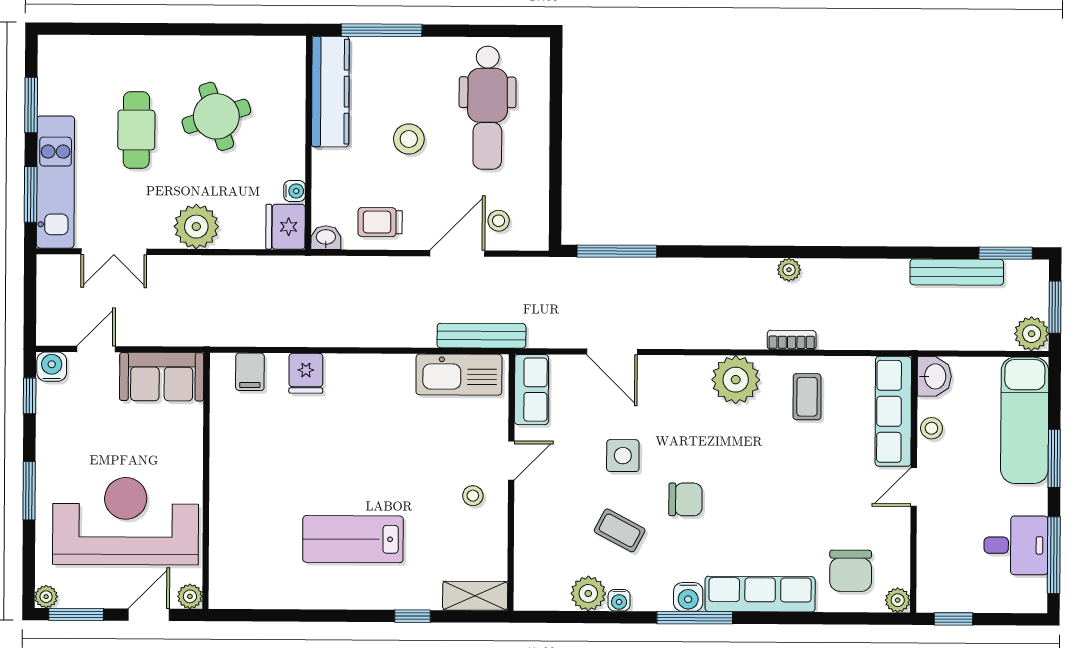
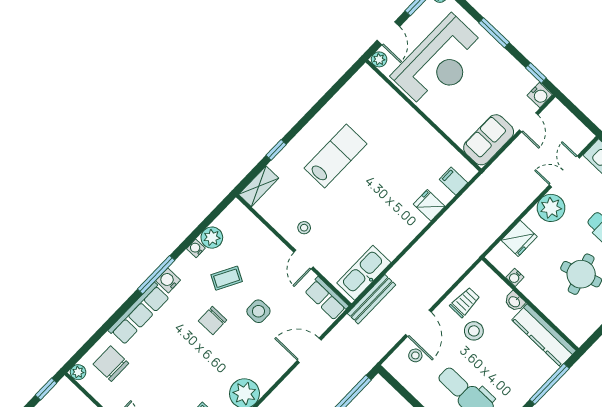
stool: (409, 139) -> (474, 331), moved
plant: (196, 227) -> (551, 208), moved
fridge: (286, 227) -> (519, 238), moved, turned 90
washbasin: (326, 238) -> (515, 301), moved, turned 90

